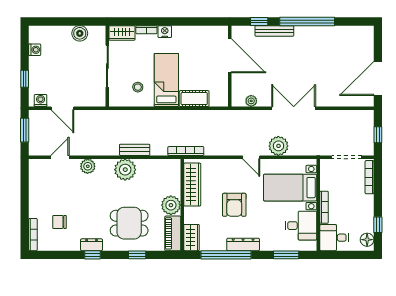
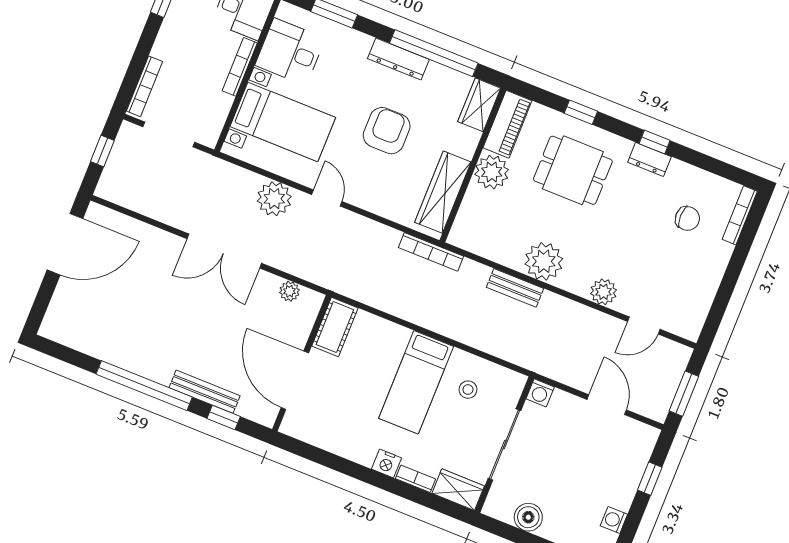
cot: (194, 99) -> (335, 327), moved, turned 90
washing machine: (41, 100) -> (540, 393), moved

